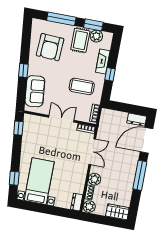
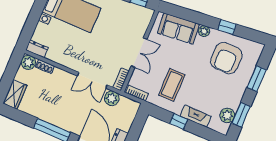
window: (61, 19) -> (257, 79), width x0.69
rug: (80, 40) -> (227, 95), removed
armchair: (50, 47) -> (226, 58), turned -93
window: (23, 70) -> (227, 27), moved
plant: (32, 70) -> (204, 31), added
plant: (95, 179) -> (112, 98), moved

